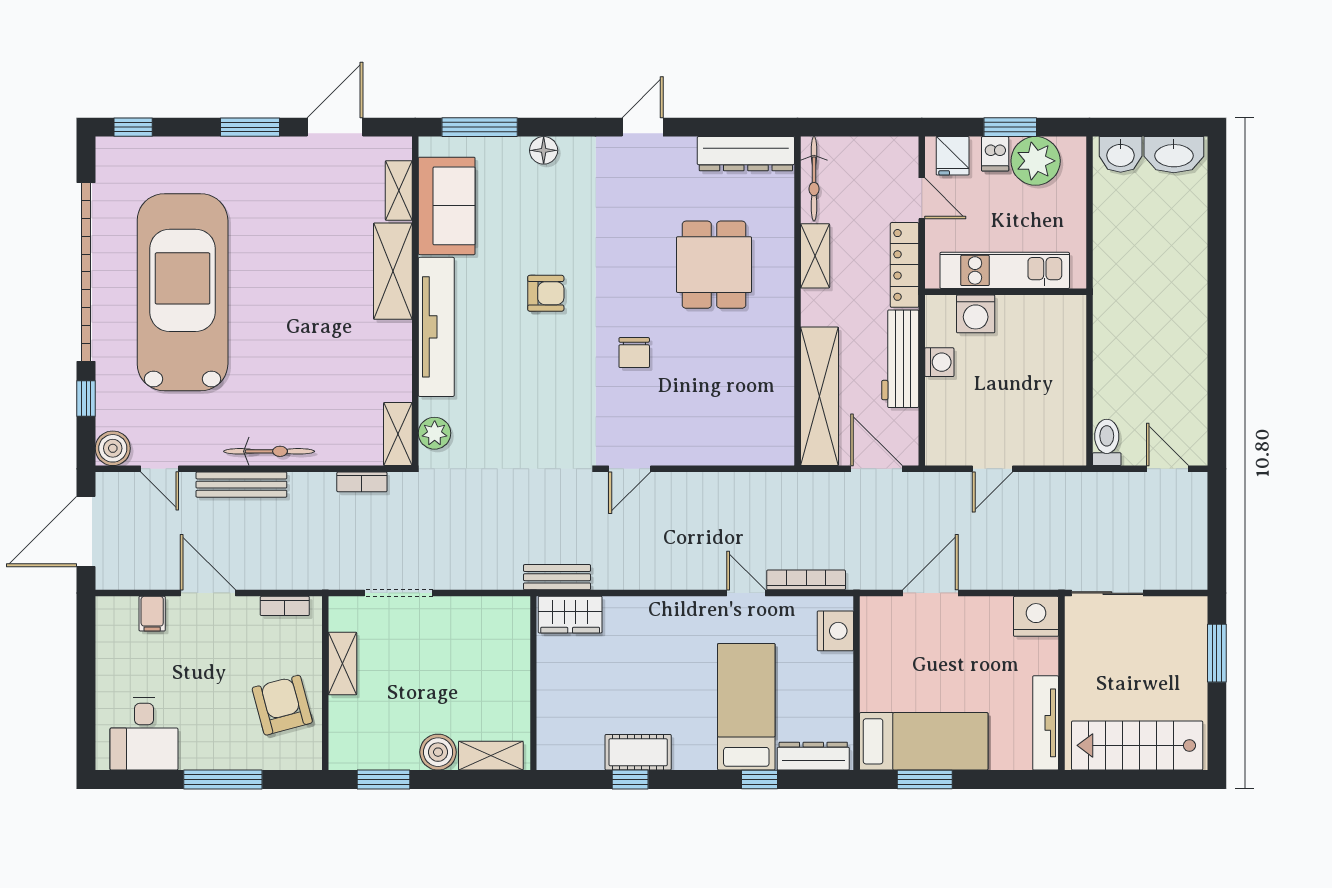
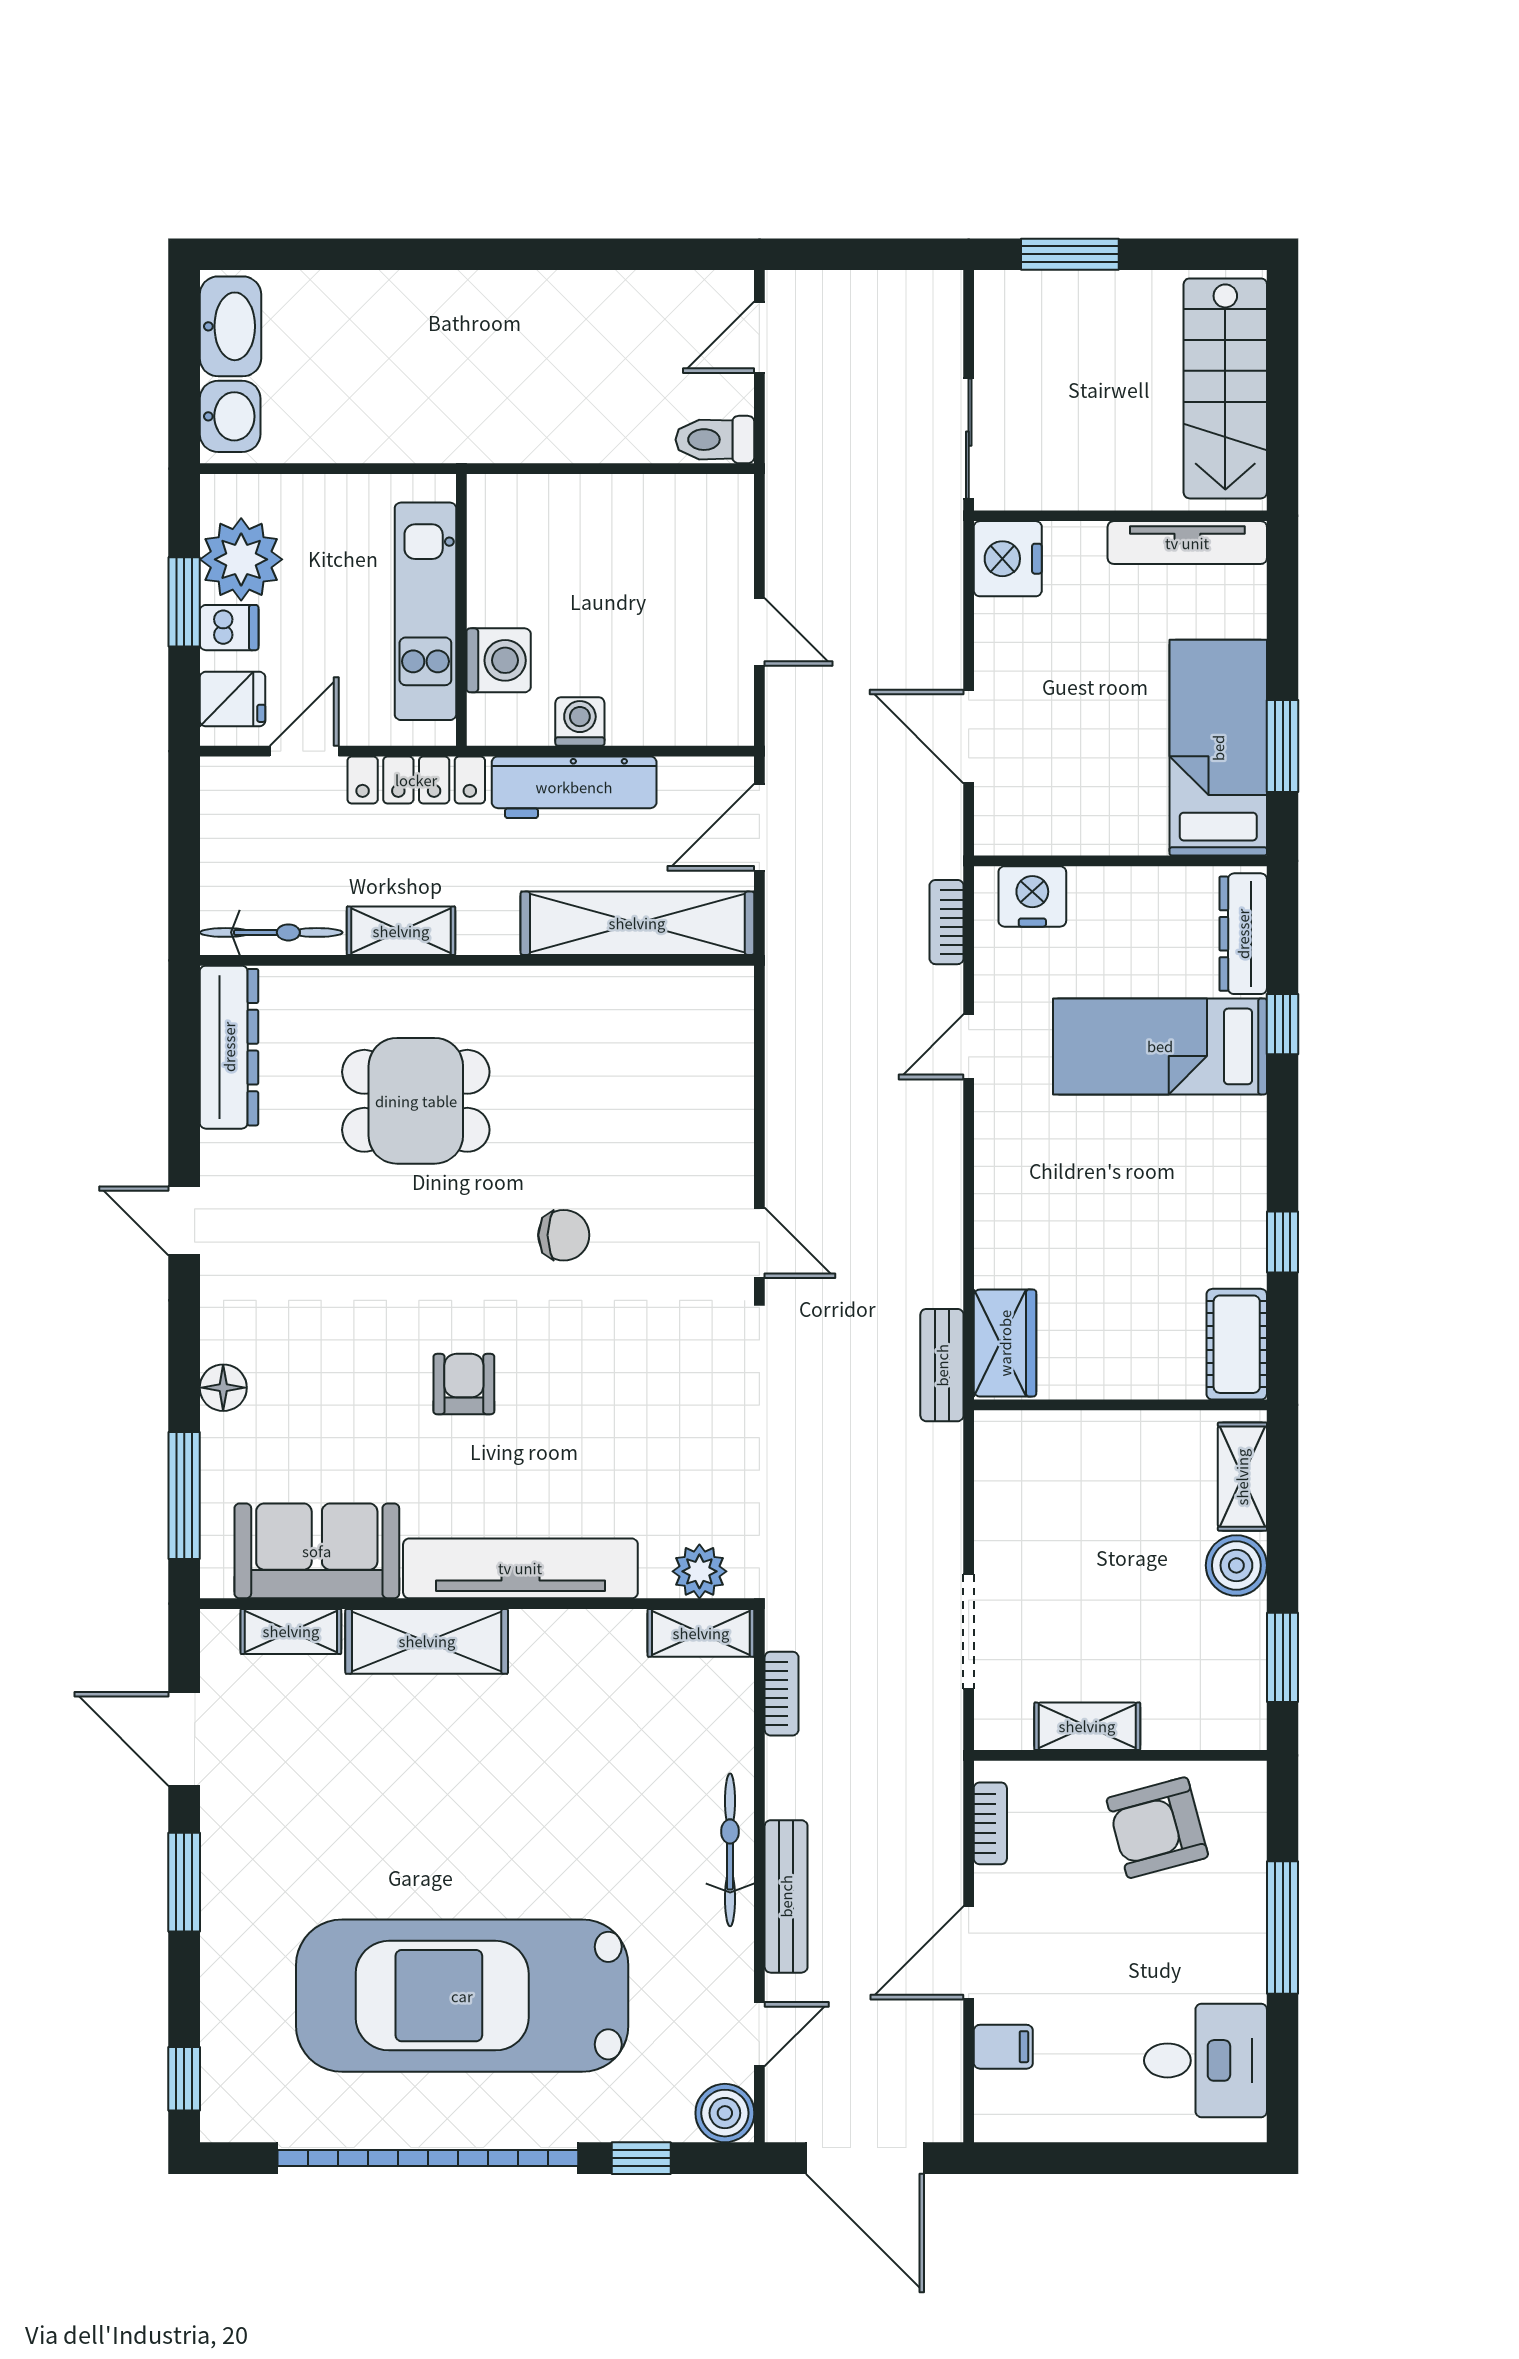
bookcase: (806, 580) -> (947, 922), width x0.64
cot: (638, 752) -> (1237, 1344), moved

